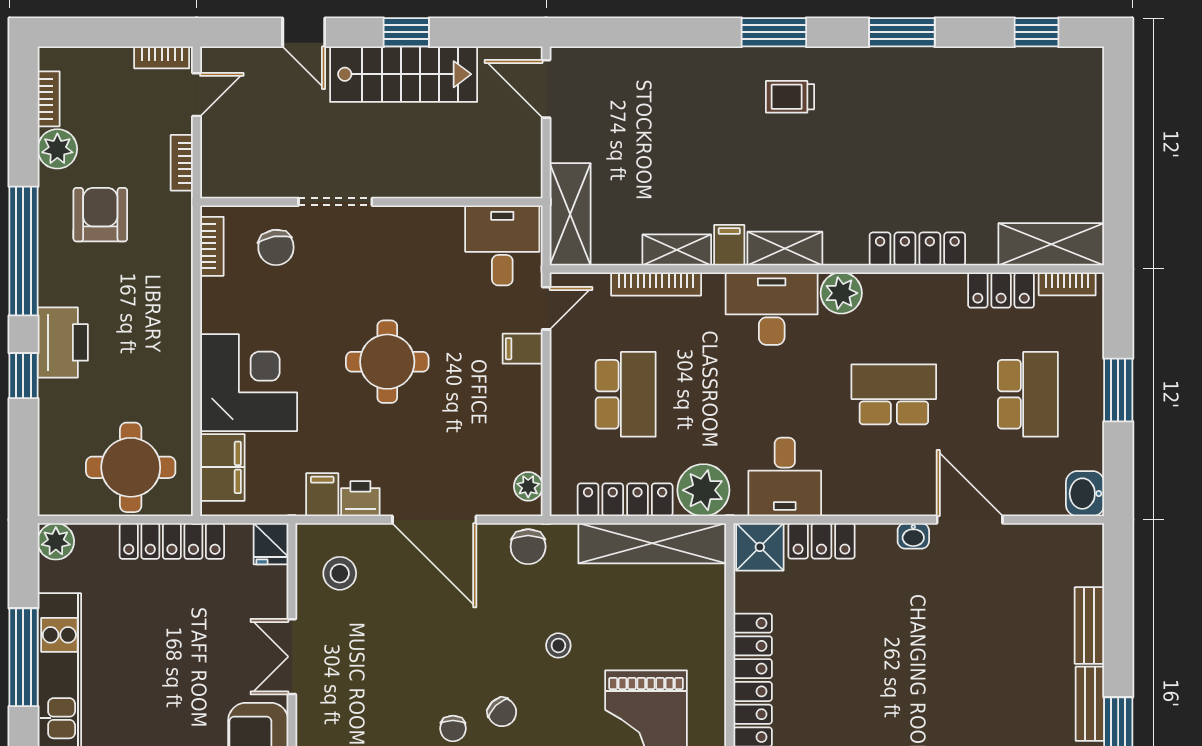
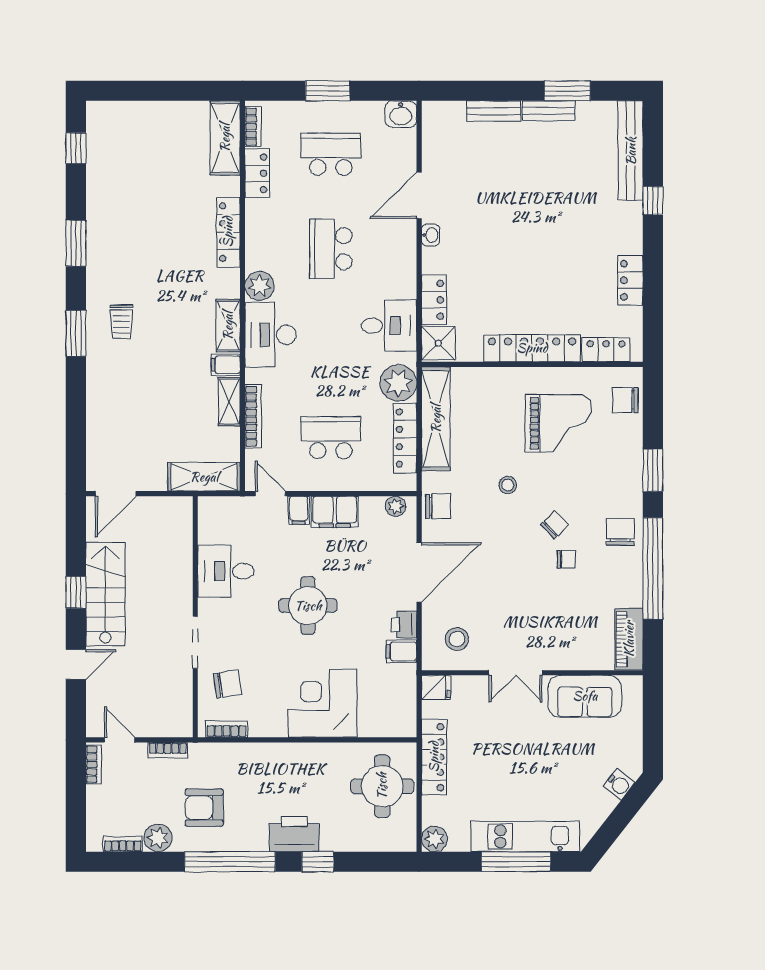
desk: (502, 245) -> (226, 571), moved
filing cabinet: (222, 467) -> (335, 512), moved, turned 180

